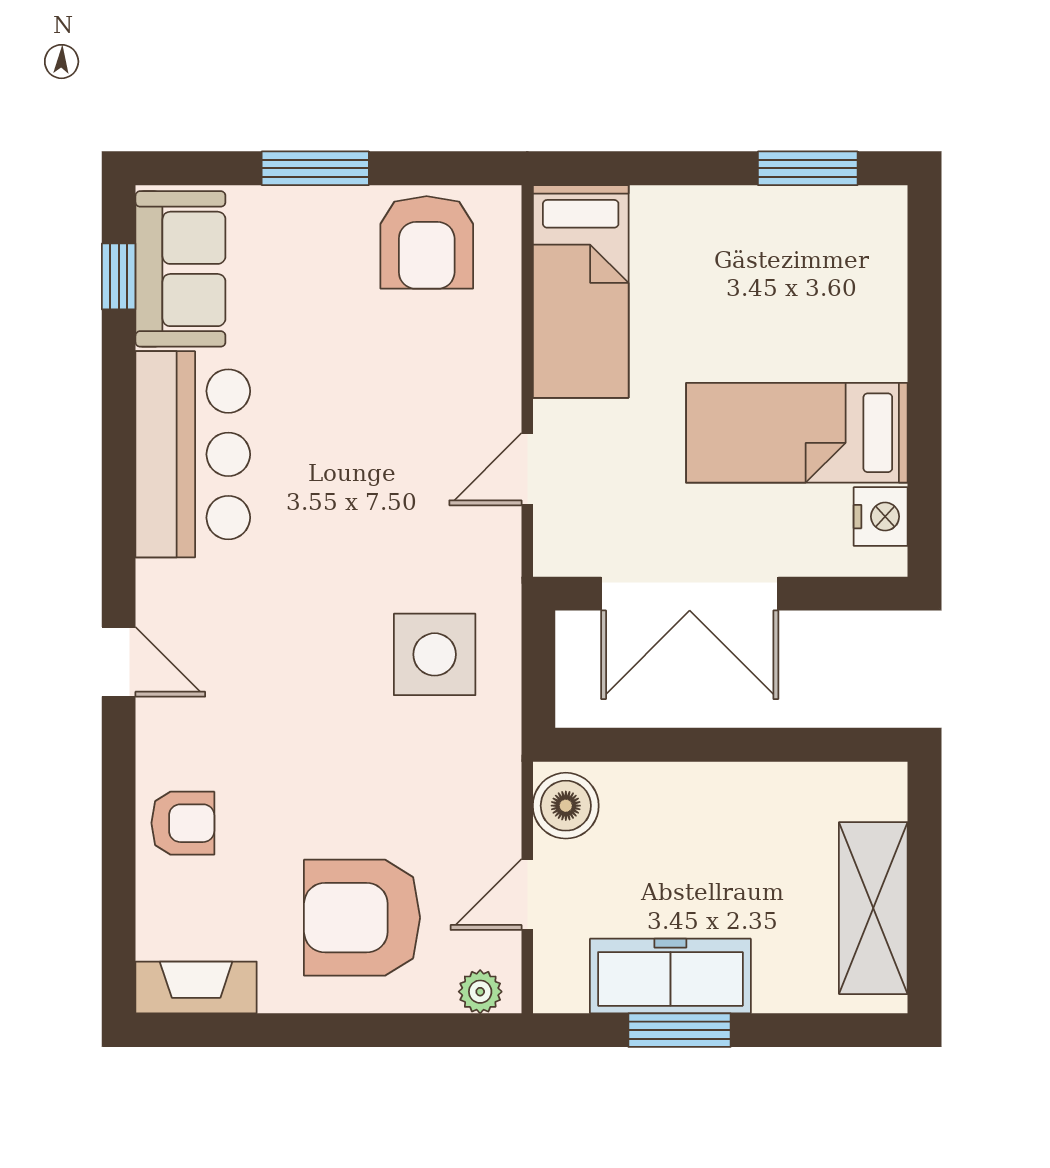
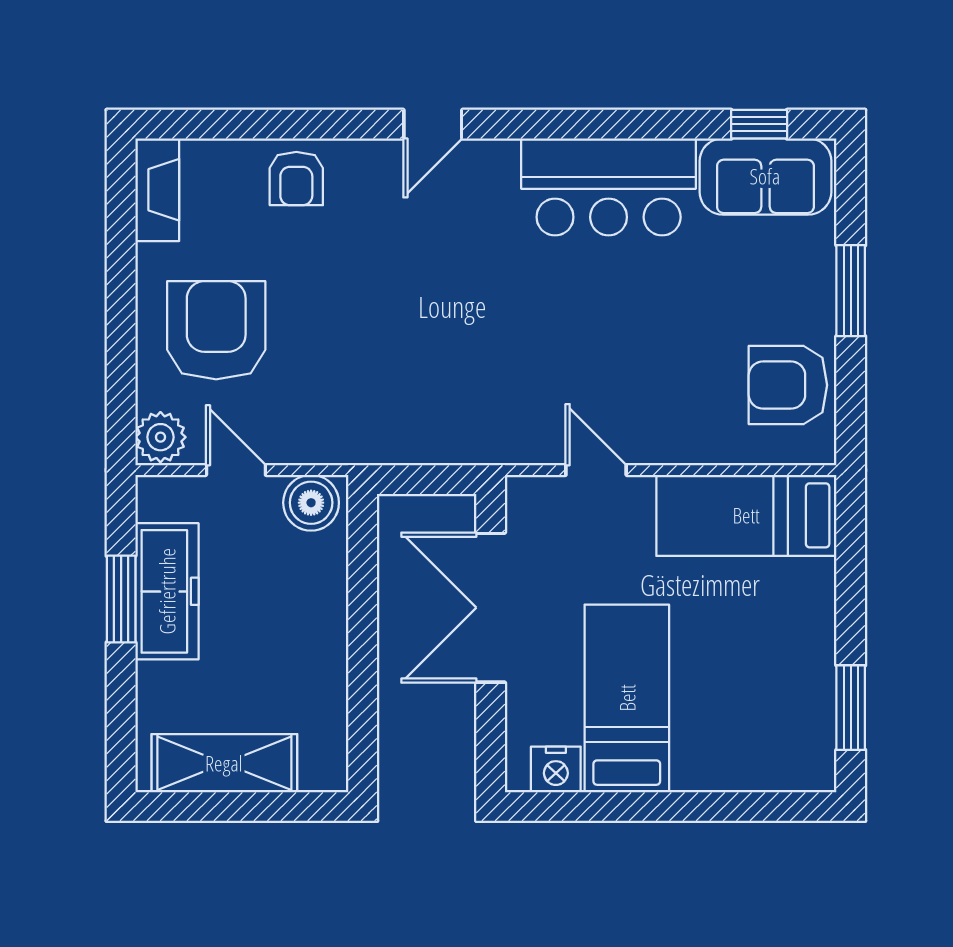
side table: (435, 654) -> (439, 392), removed
plant: (480, 992) -> (160, 437), width x1.38, depth x1.38

